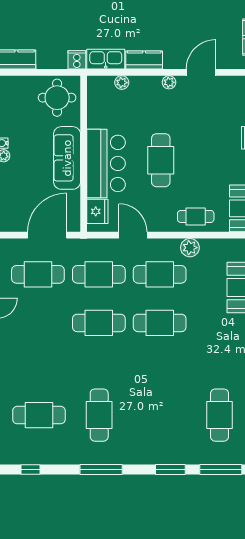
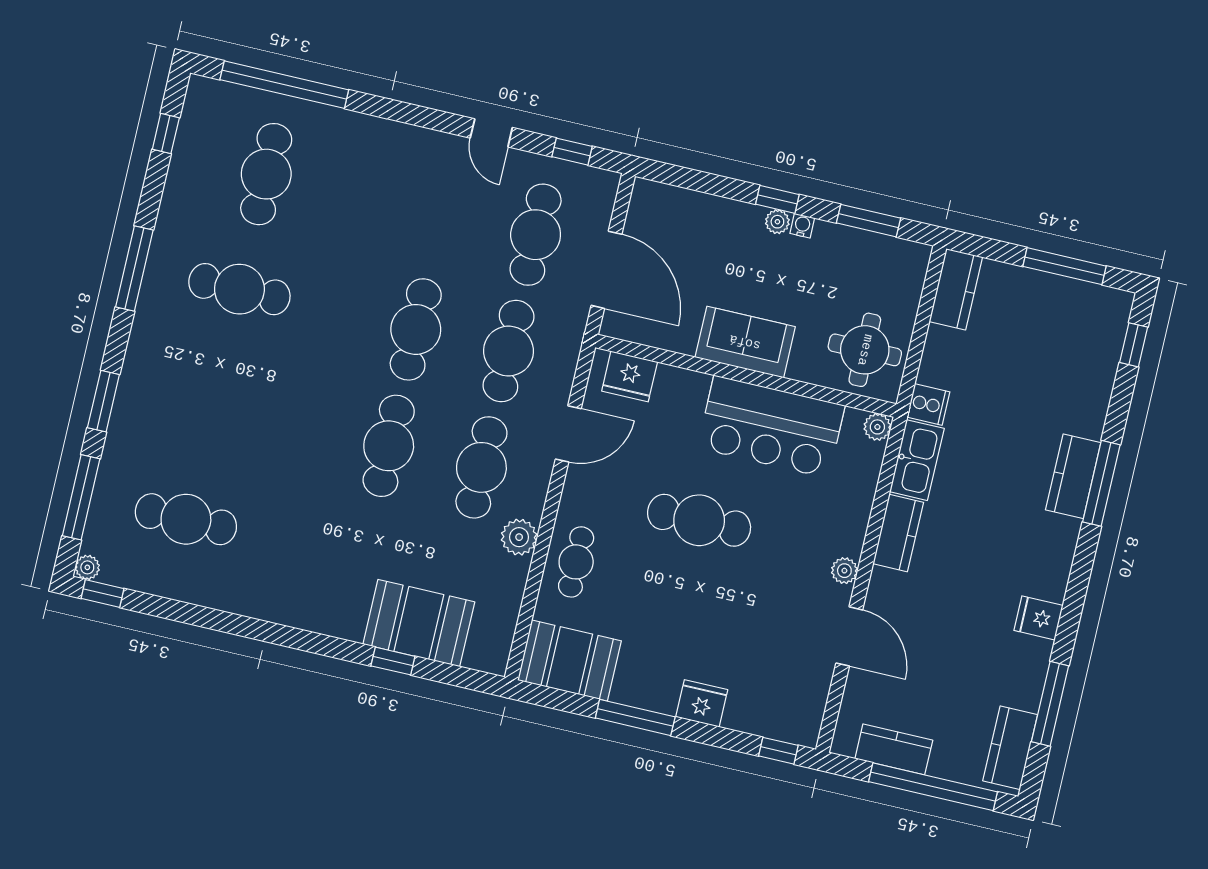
plant: (122, 83) -> (877, 427), moved
sofa: (67, 158) -> (745, 342), width x0.73
bar counter: (106, 163) -> (771, 427), moved

